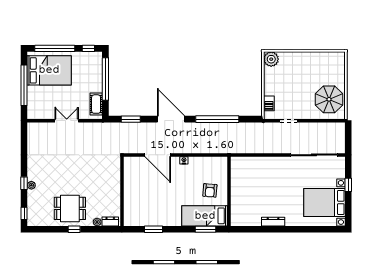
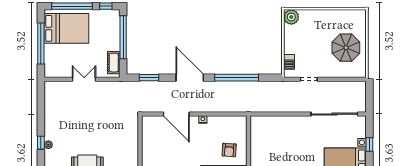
parasol: (329, 99) -> (346, 48), moved

